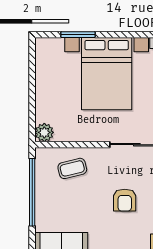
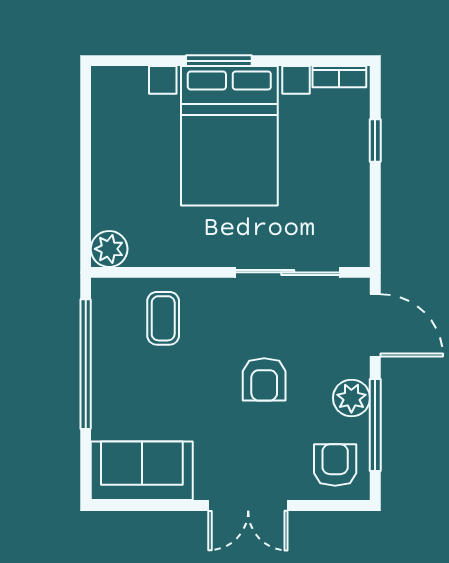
window: (78, 35) -> (219, 61), moved
coffee table: (72, 168) -> (163, 318), turned -76

